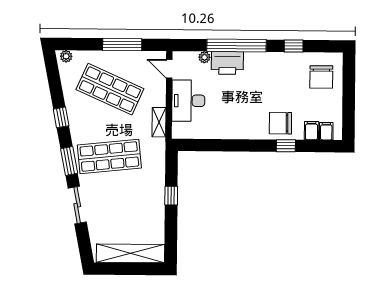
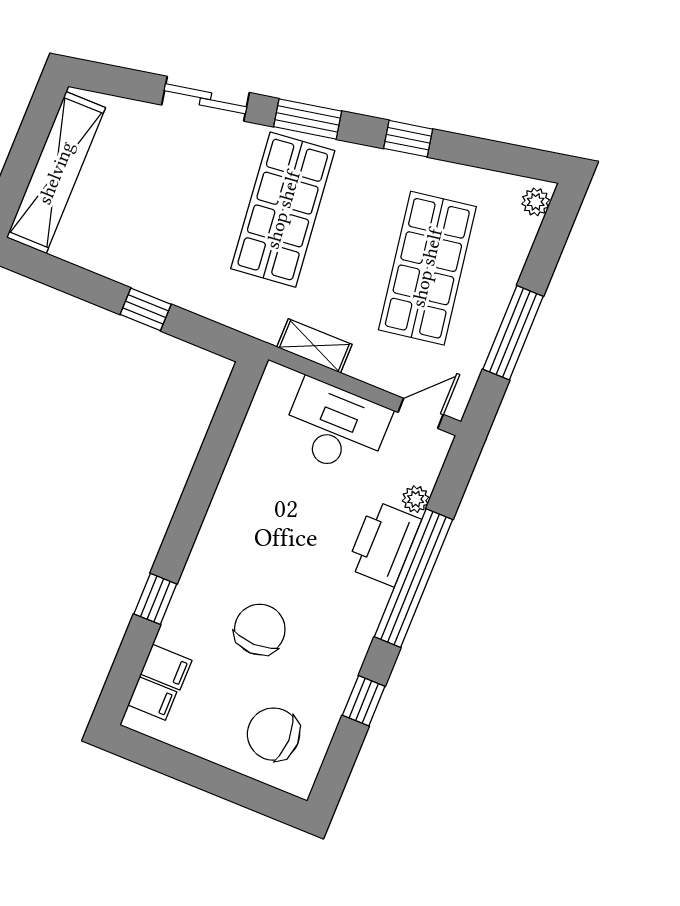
shop shelf: (110, 89) -> (427, 268), turned -33
chair: (280, 123) -> (260, 629), moved

